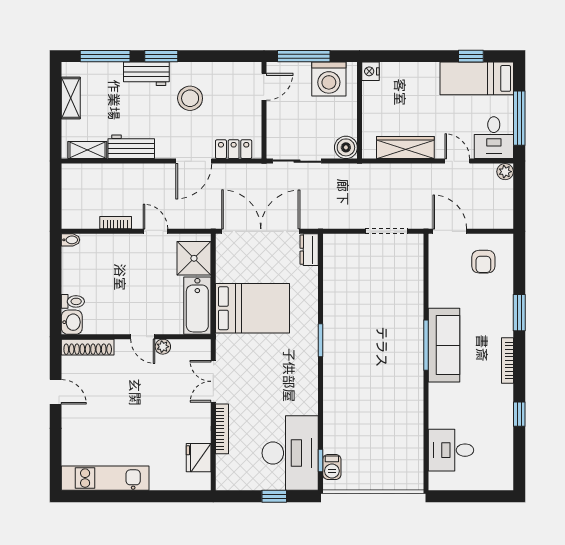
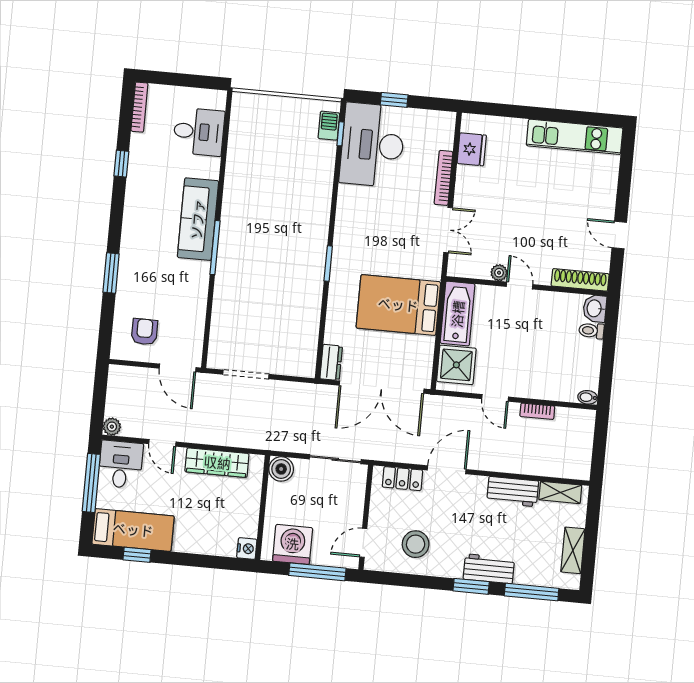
stool: (190, 98) -> (416, 544), moved
sofa: (444, 345) -> (198, 219), moved
bookcase: (507, 361) -> (139, 107), moved

